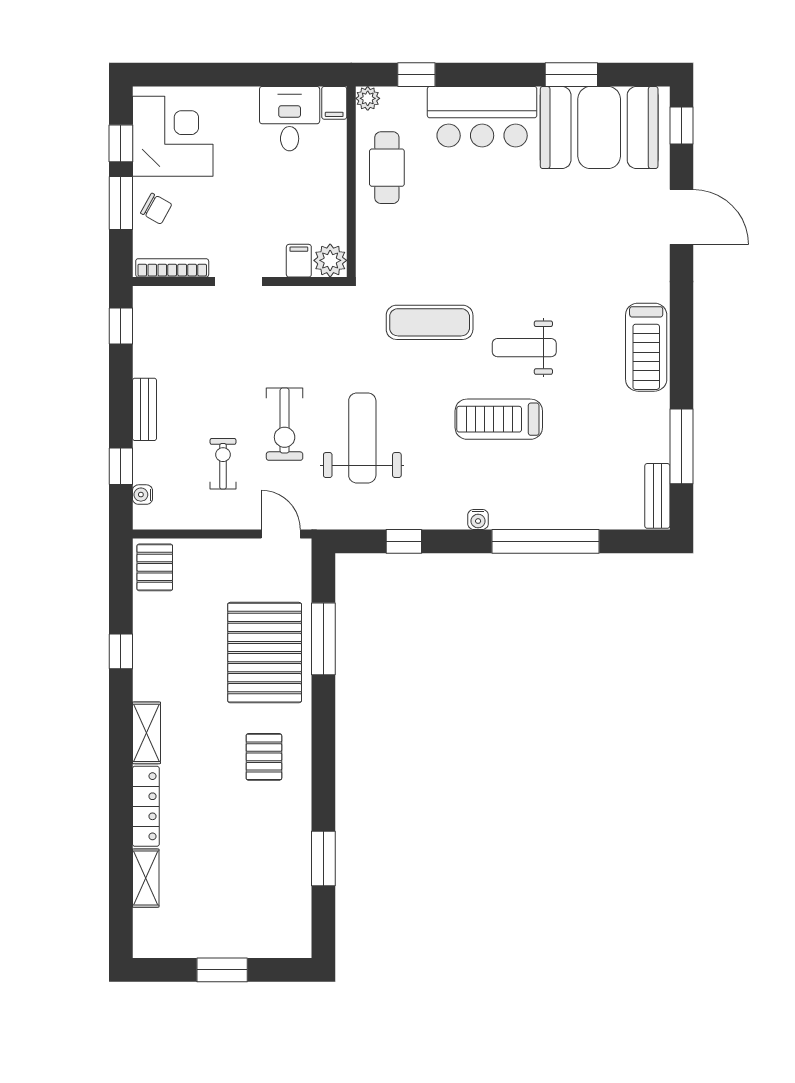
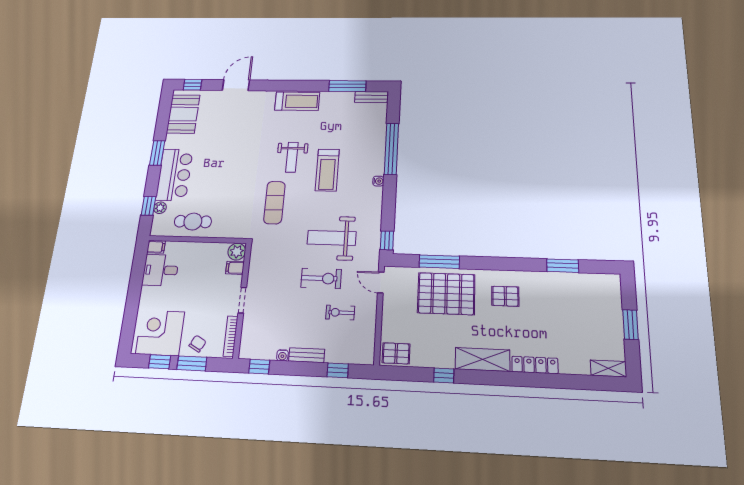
window: (571, 75) -> (157, 153), moved
plant: (368, 98) -> (160, 208), moved
booth: (599, 128) -> (183, 114), width x0.73, depth x0.70
water cooler: (142, 495) -> (282, 355), moved
door: (281, 534) -> (381, 282), hinge flipped
window: (404, 541) -> (387, 240), moved
shelving: (147, 733) -> (483, 359), width x1.50, depth x1.33
shelving: (146, 878) -> (608, 368), moved

